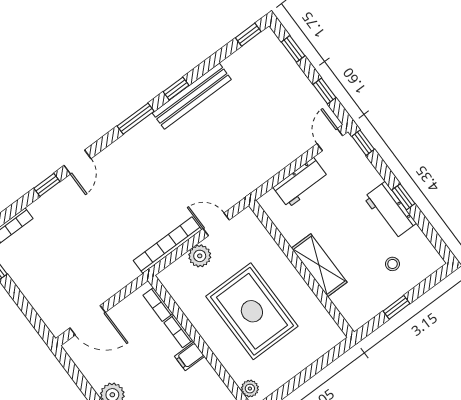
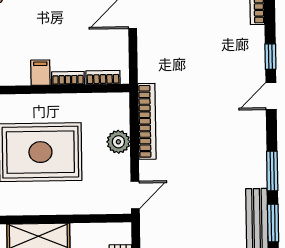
window: (176, 89) -> (273, 223), width x1.50
door: (77, 162) -> (271, 96), hinge flipped
door: (216, 224) -> (135, 195), moved

